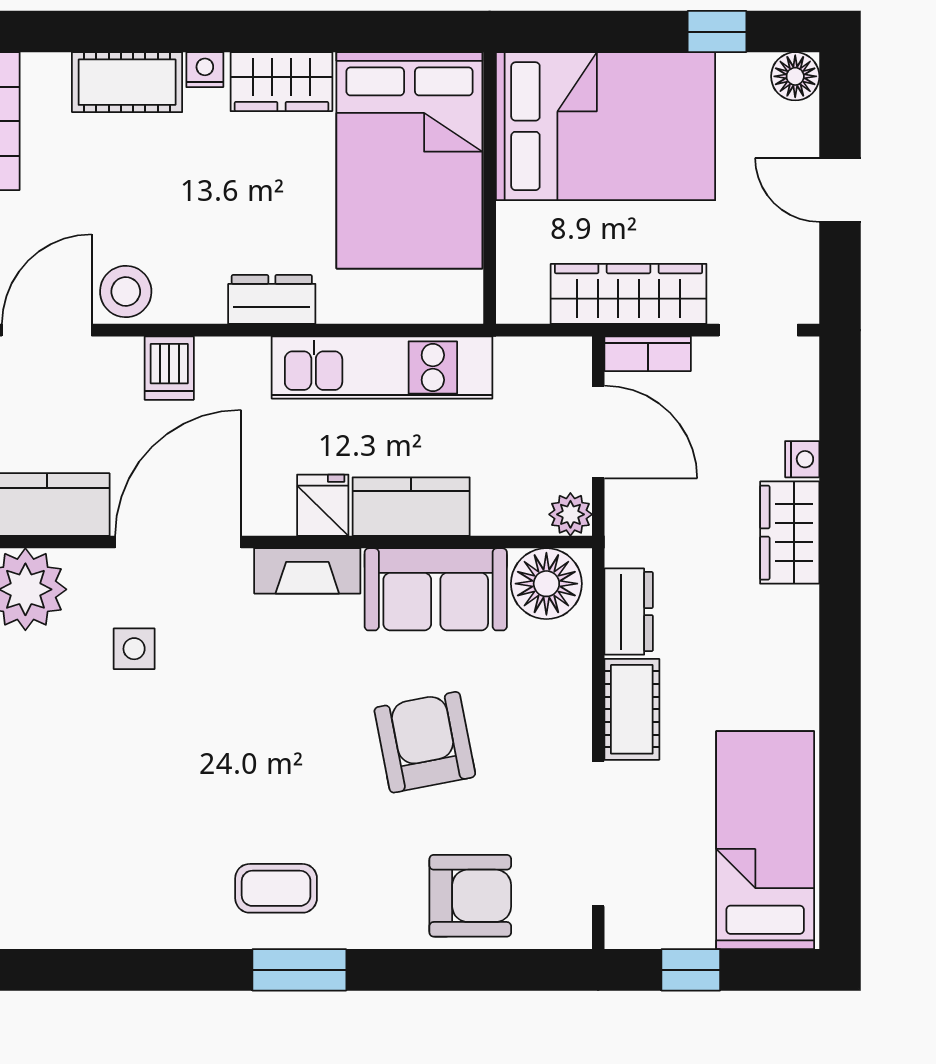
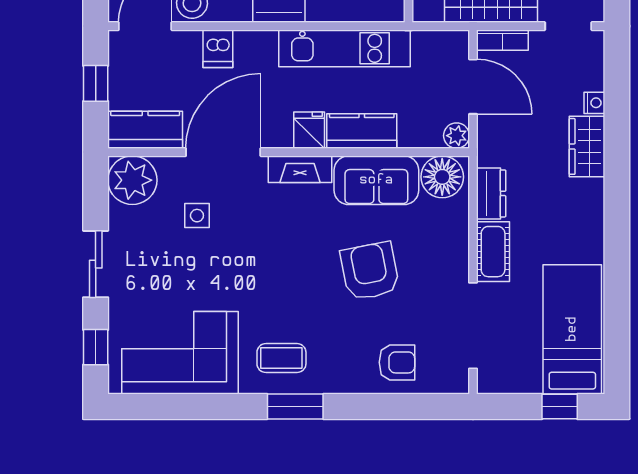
corner sofa: (105, 879) -> (180, 353), added
armchair: (470, 896) -> (397, 362), width x0.72, depth x0.72
window: (691, 970) -> (560, 407), moved

